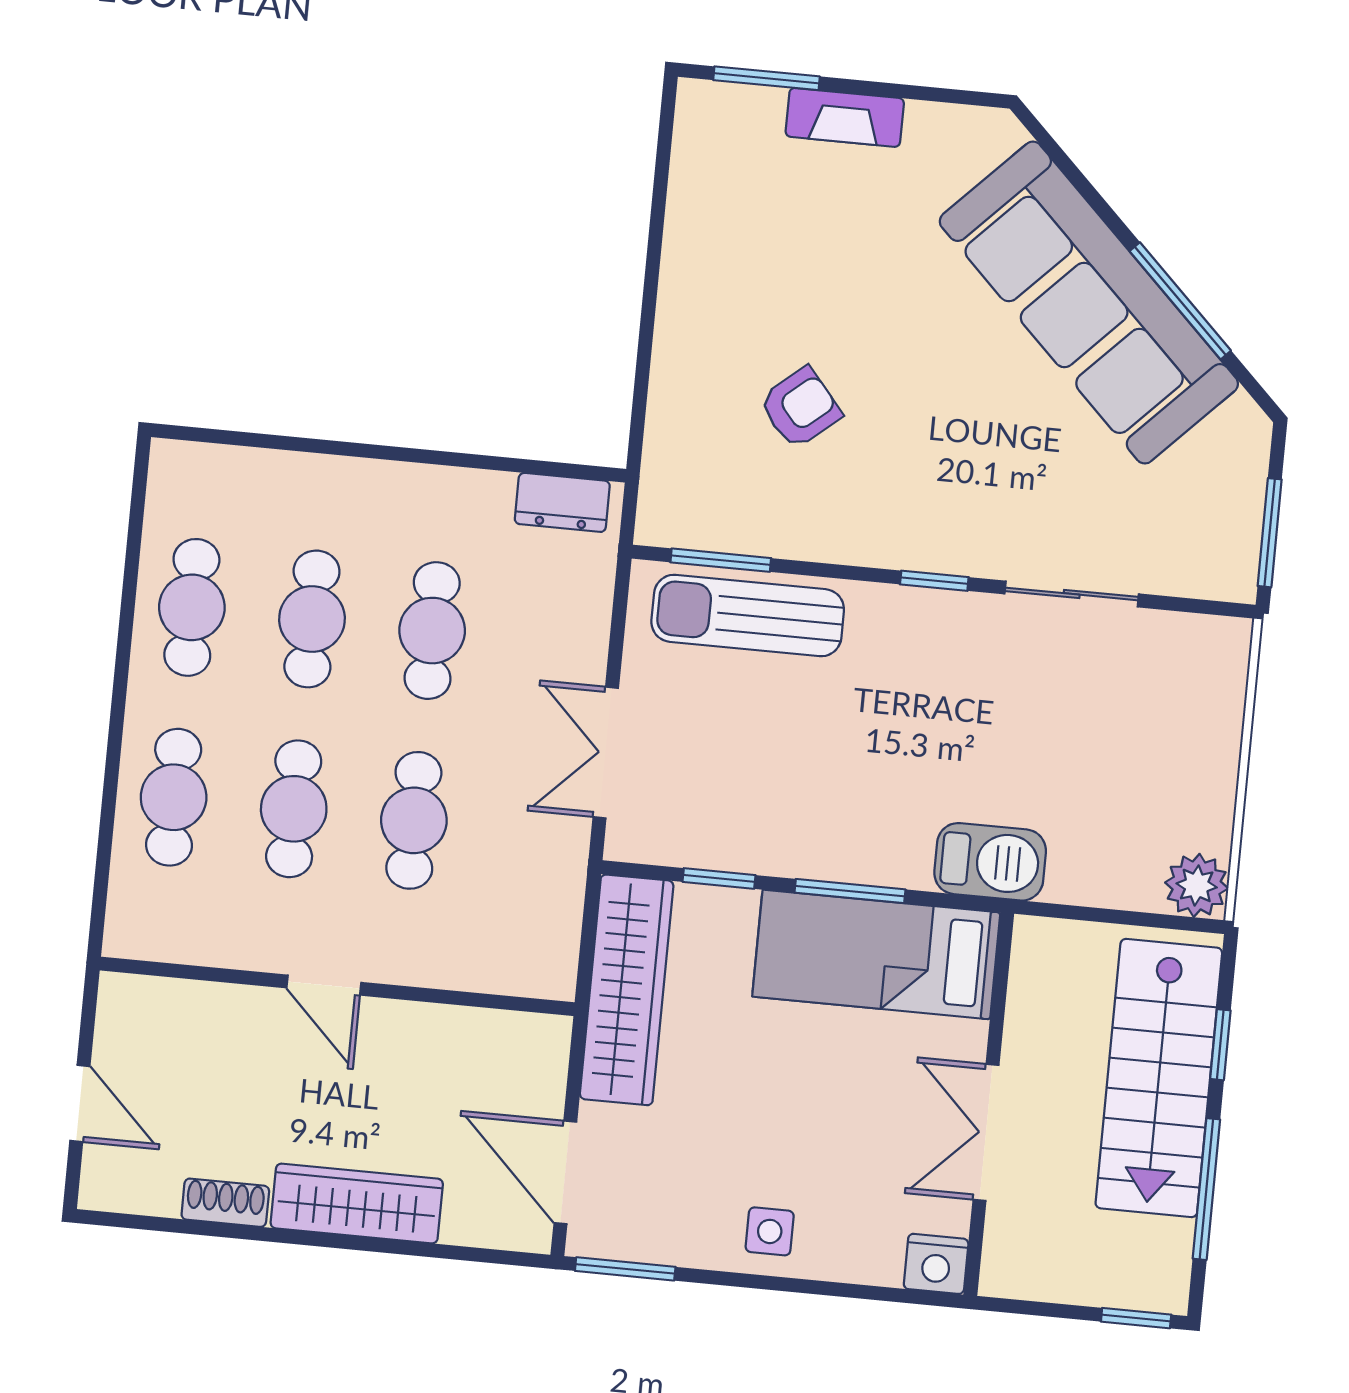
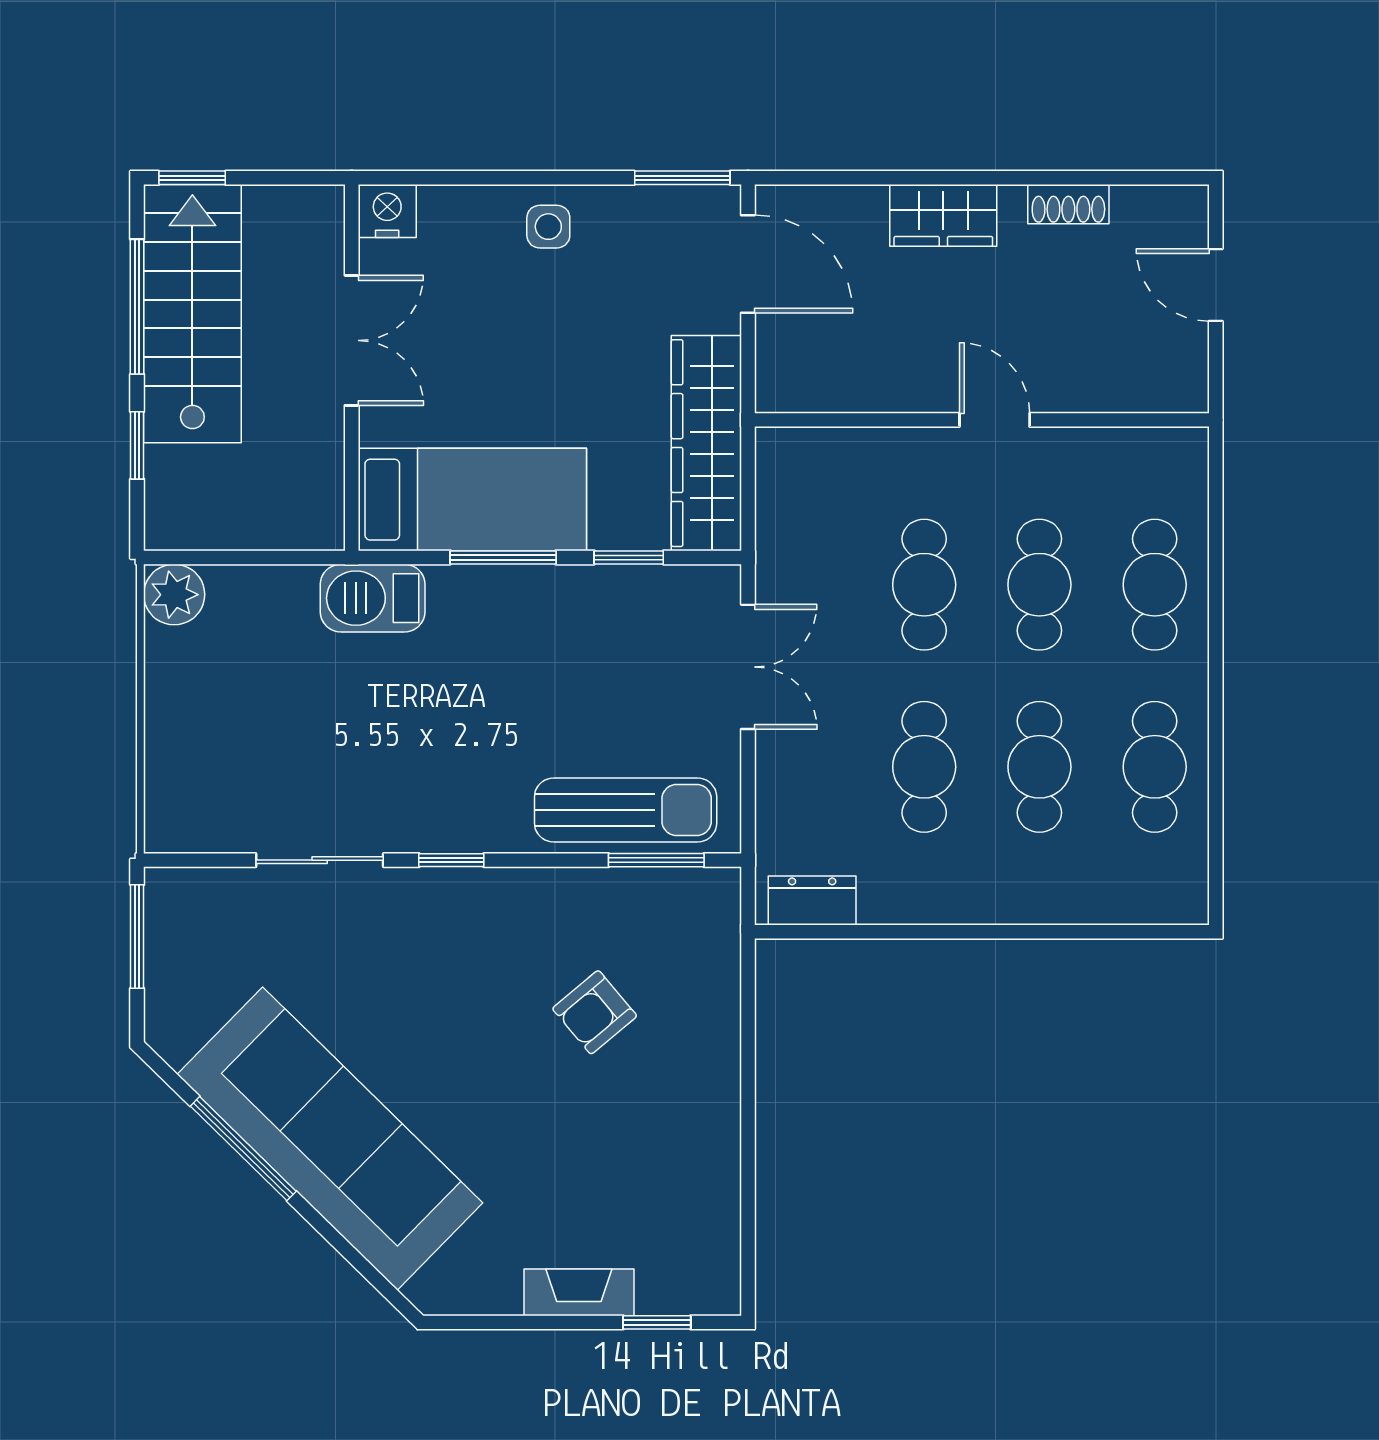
window: (767, 78) -> (657, 1322), width x0.67
stairs: (1159, 1078) -> (192, 314), moved
wardrobe: (357, 1203) -> (943, 215), width x0.67

